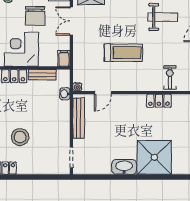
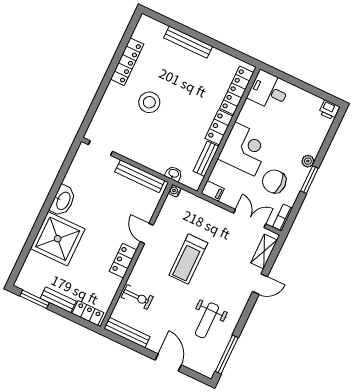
door: (103, 93) -> (147, 233), moved
locker: (159, 101) -> (123, 261), moved

